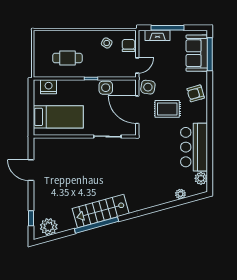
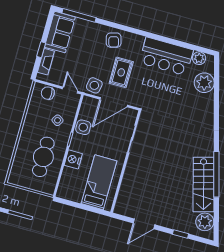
window: (168, 28) -> (41, 50), width x0.46
side table: (107, 43) -> (58, 120), moved
sofa: (197, 53) -> (60, 32), moved, turned -90
cafe table: (67, 58) -> (43, 157), width x1.37, depth x1.35
nightstand: (49, 87) -> (73, 159), moved
plant: (180, 194) -> (204, 83), width x1.88, depth x1.88
stairs: (101, 211) -> (204, 185), moved
window: (31, 218) -> (181, 234), moved

